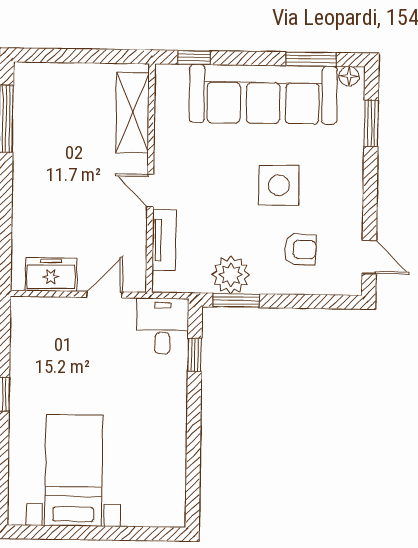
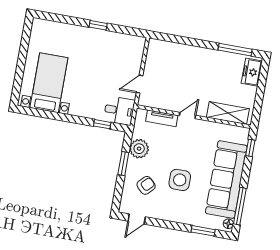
window: (311, 59) -> (240, 206), width x1.44
armchair: (300, 249) -> (146, 185), turned -136
freezer: (51, 274) -> (252, 72), moved, turned 180
door: (104, 295) -> (140, 84), swing flipped
window: (236, 300) -> (123, 164), moved
bed with nightstands: (74, 470) -> (49, 83), moved, turned -90

